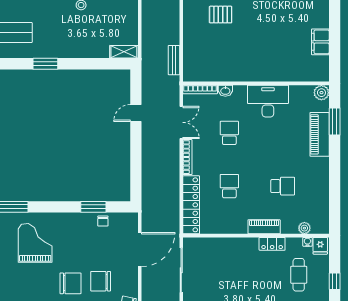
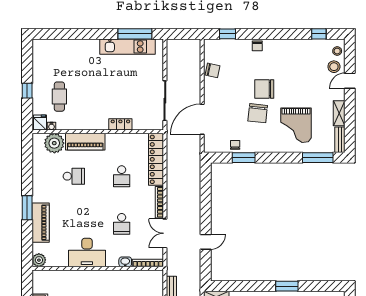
window: (335, 121) -> (27, 208), moved
school desk: (283, 186) -> (74, 176), turned 180
piano: (264, 227) -> (85, 142), width x1.37, depth x1.33
plant: (304, 228) -> (54, 143), width x1.87, depth x1.87
locker: (272, 244) -> (120, 124), moved
chair: (101, 281) -> (258, 113), moved, turned 96

